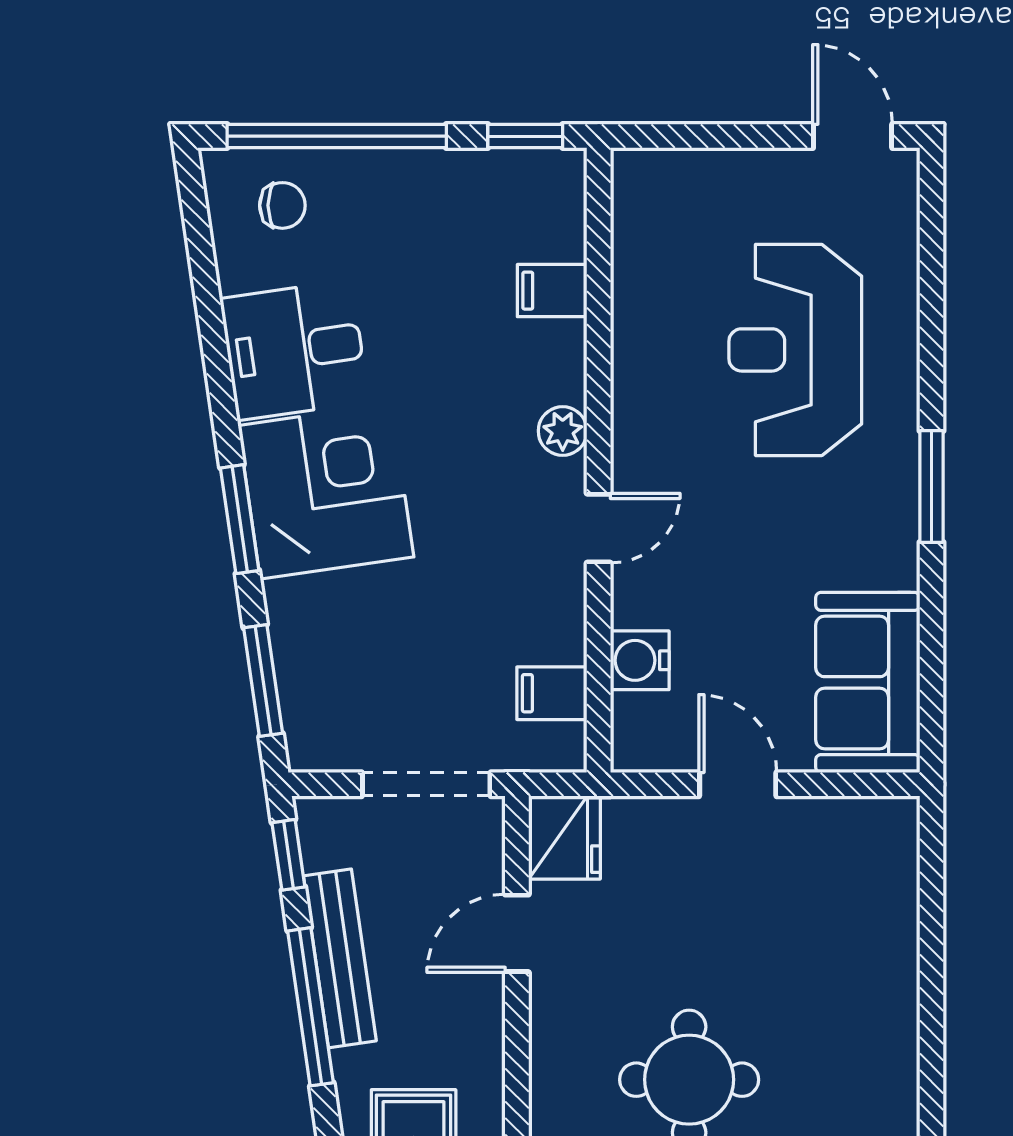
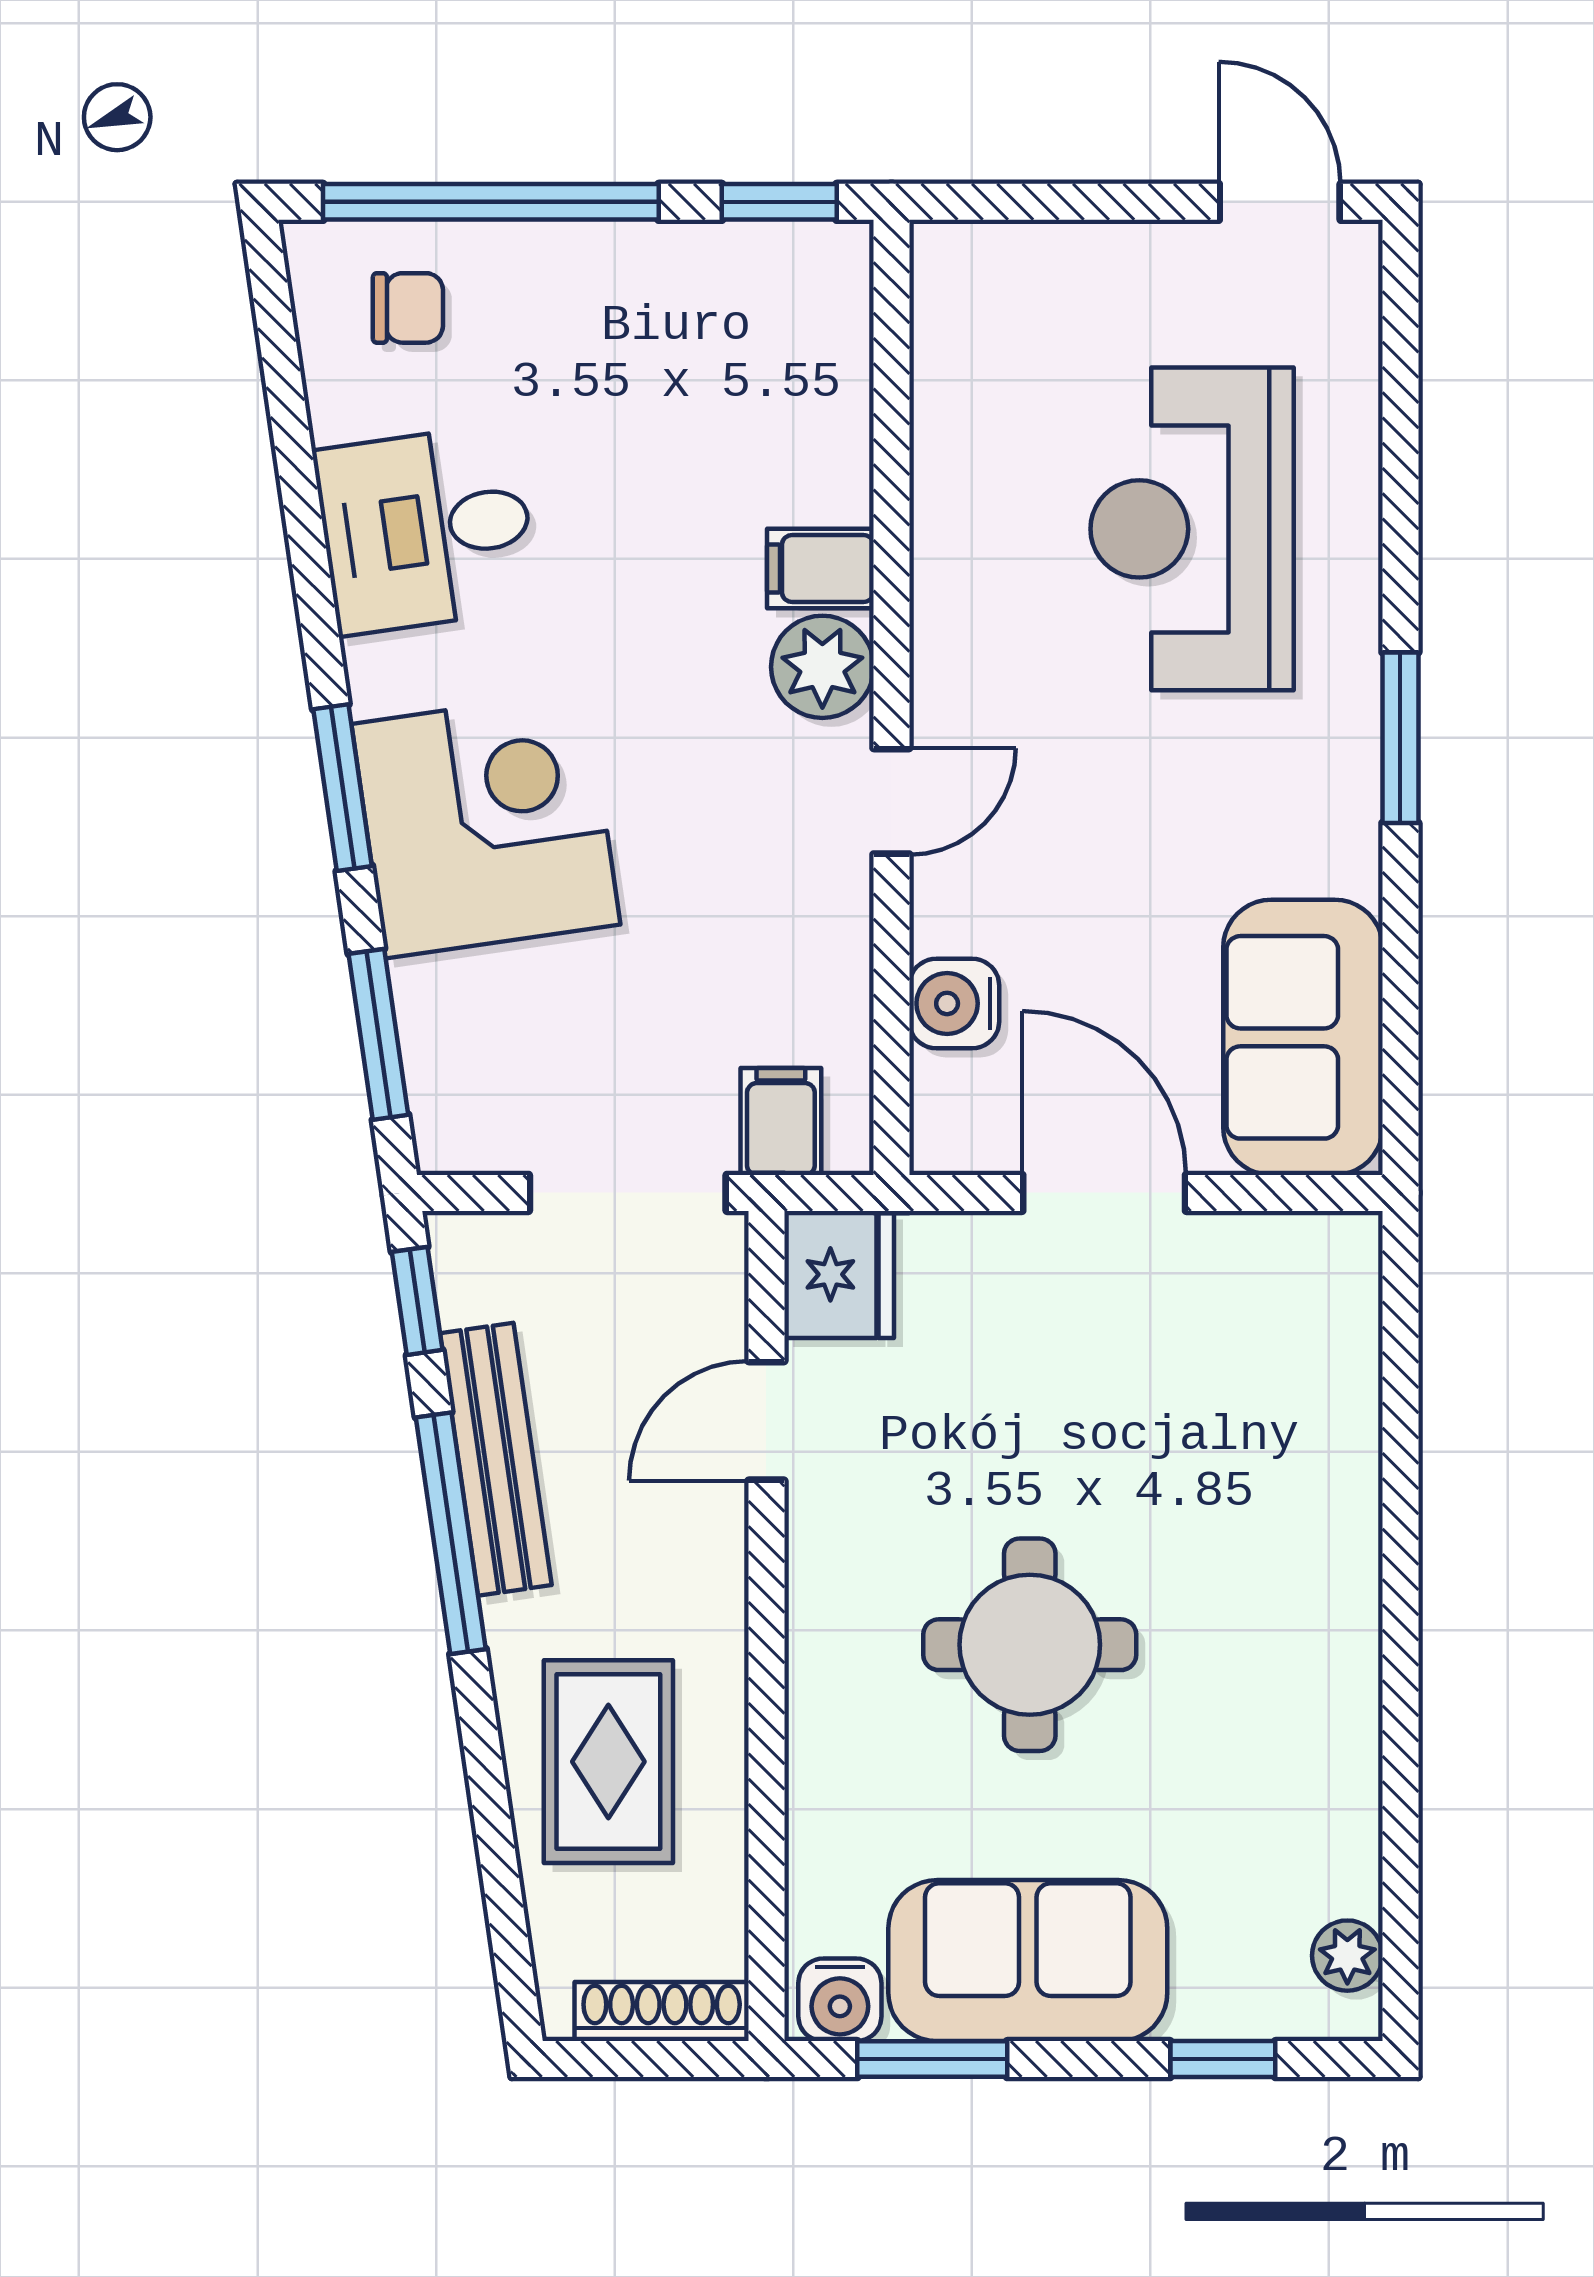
filing cabinet: (552, 291) -> (820, 568), moved
plant: (563, 431) -> (822, 667), width x1.38, depth x1.38
corner desk: (326, 491) -> (486, 824), moved
filing cabinet: (552, 693) -> (781, 1121), moved, turned 90
door: (738, 784) -> (1104, 1193), width x1.38

